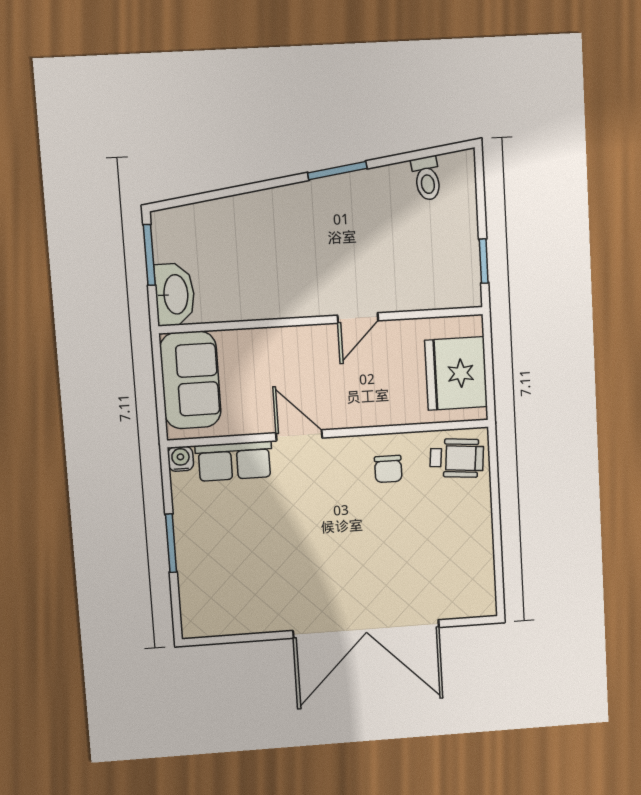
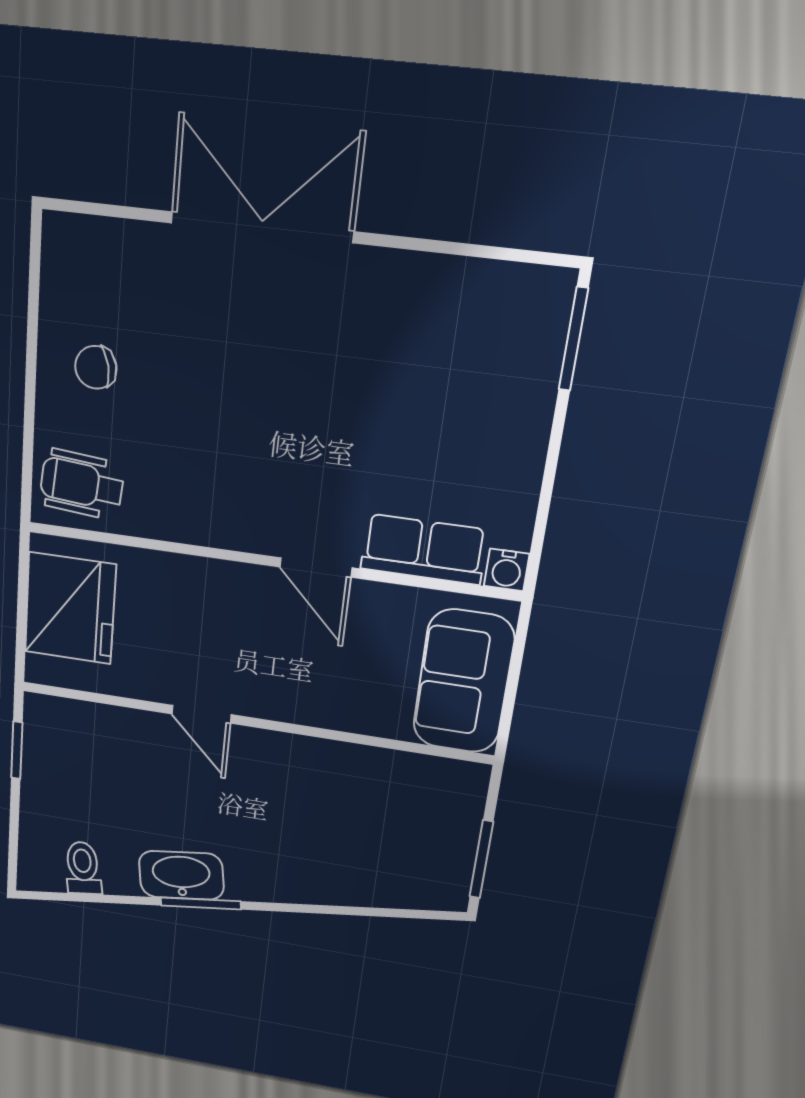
washbasin: (175, 294) -> (181, 875), moved, turned 82
door: (358, 318) -> (201, 714), swing flipped
chair: (388, 469) -> (96, 367), moved, turned -102
window: (171, 543) -> (573, 339), moved
double door: (366, 629) -> (262, 227), width x0.73

